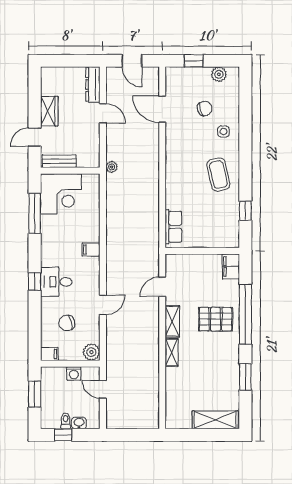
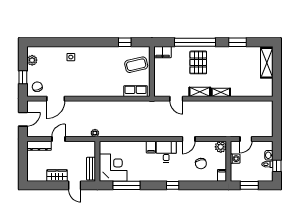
chair: (205, 108) -> (37, 87), moved
coffee table: (218, 175) -> (136, 65), moved
desk: (56, 282) -> (166, 152), moved, turned 180
door: (103, 305) -> (189, 139), swing flipped

